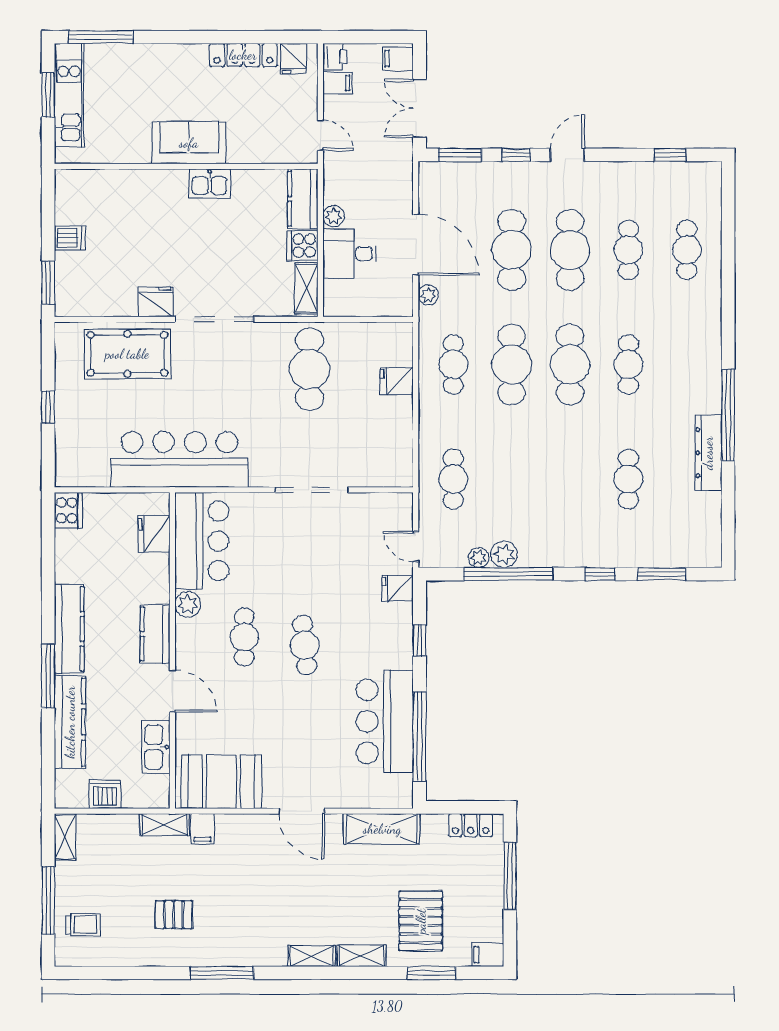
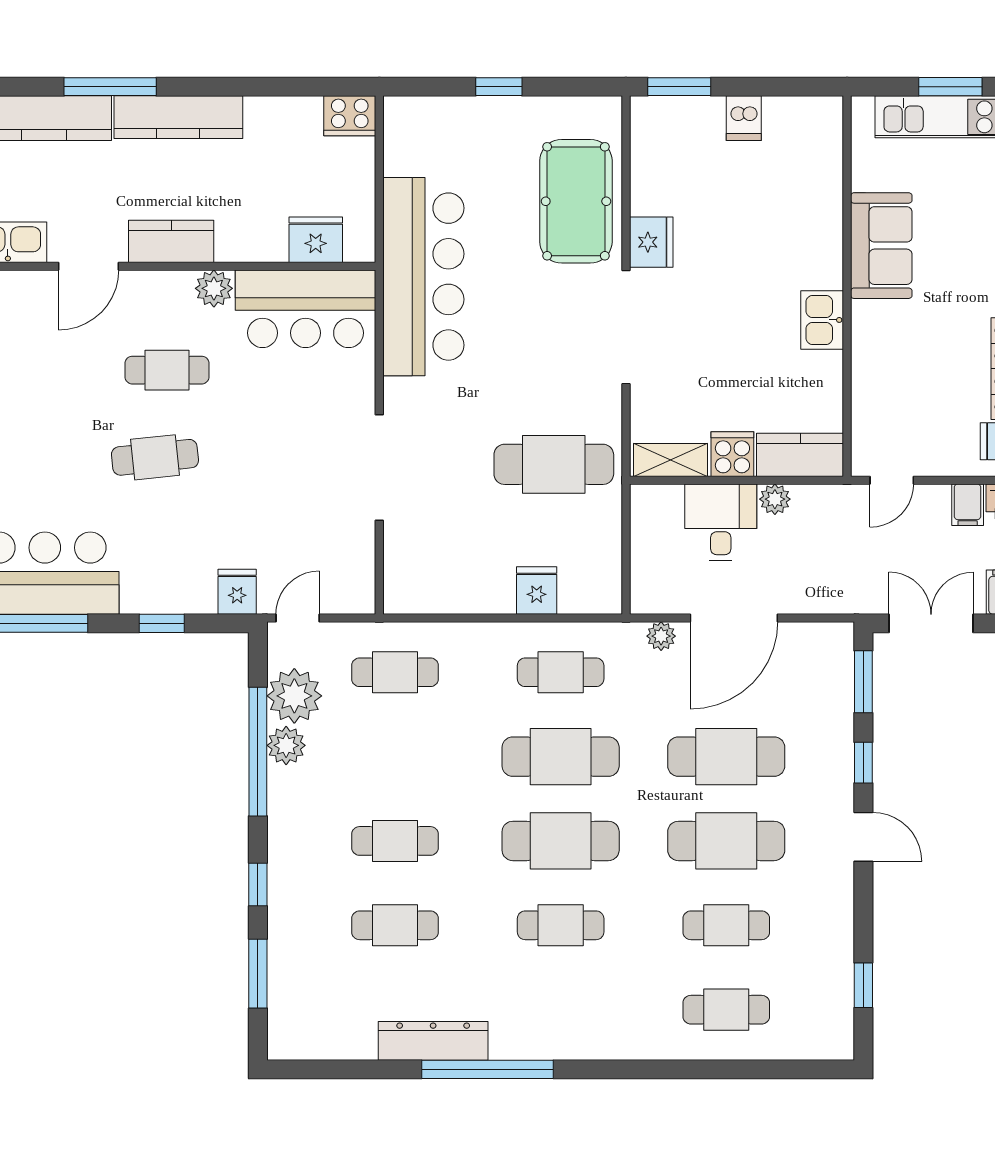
sofa: (189, 143) -> (881, 246), moved
cafe table: (570, 479) -> (395, 841), added
plant: (479, 558) -> (294, 696), width x1.87, depth x1.87

